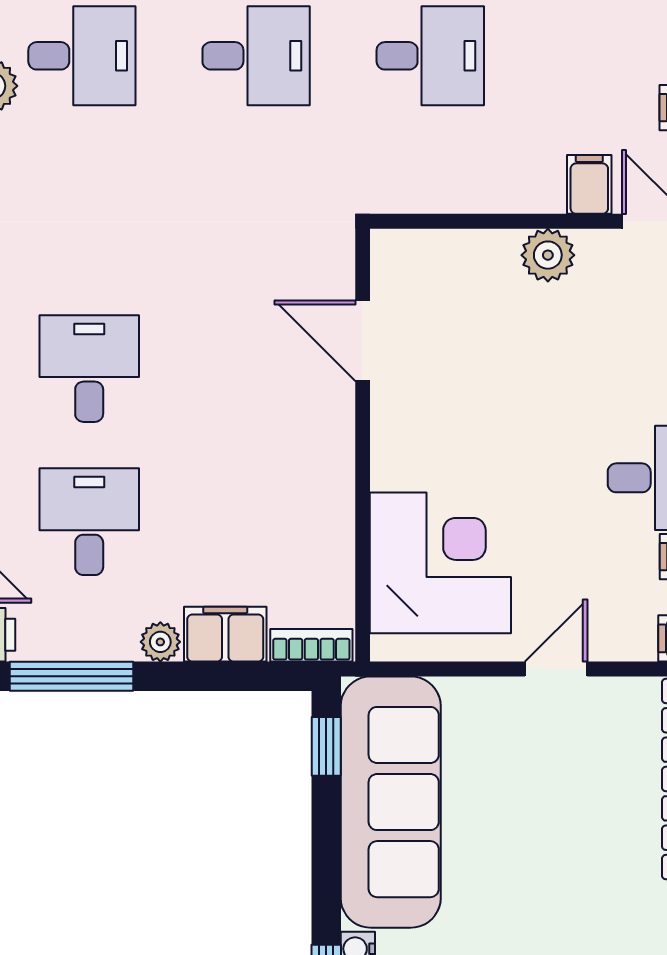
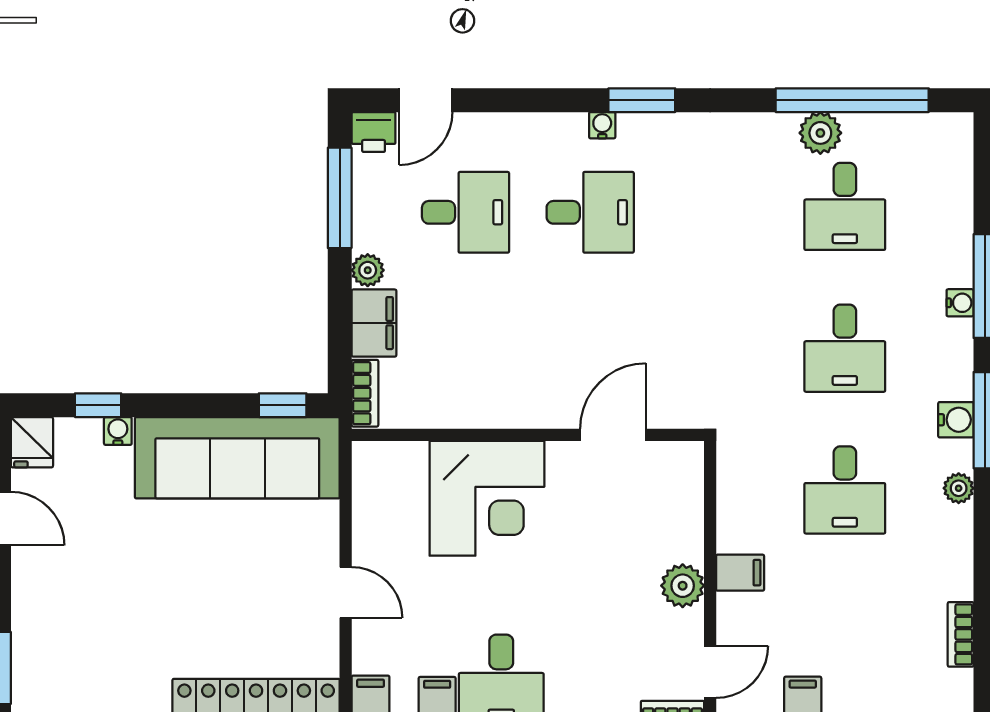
filing cabinet: (589, 184) -> (740, 573), moved
corner desk: (440, 563) -> (487, 498), moved

